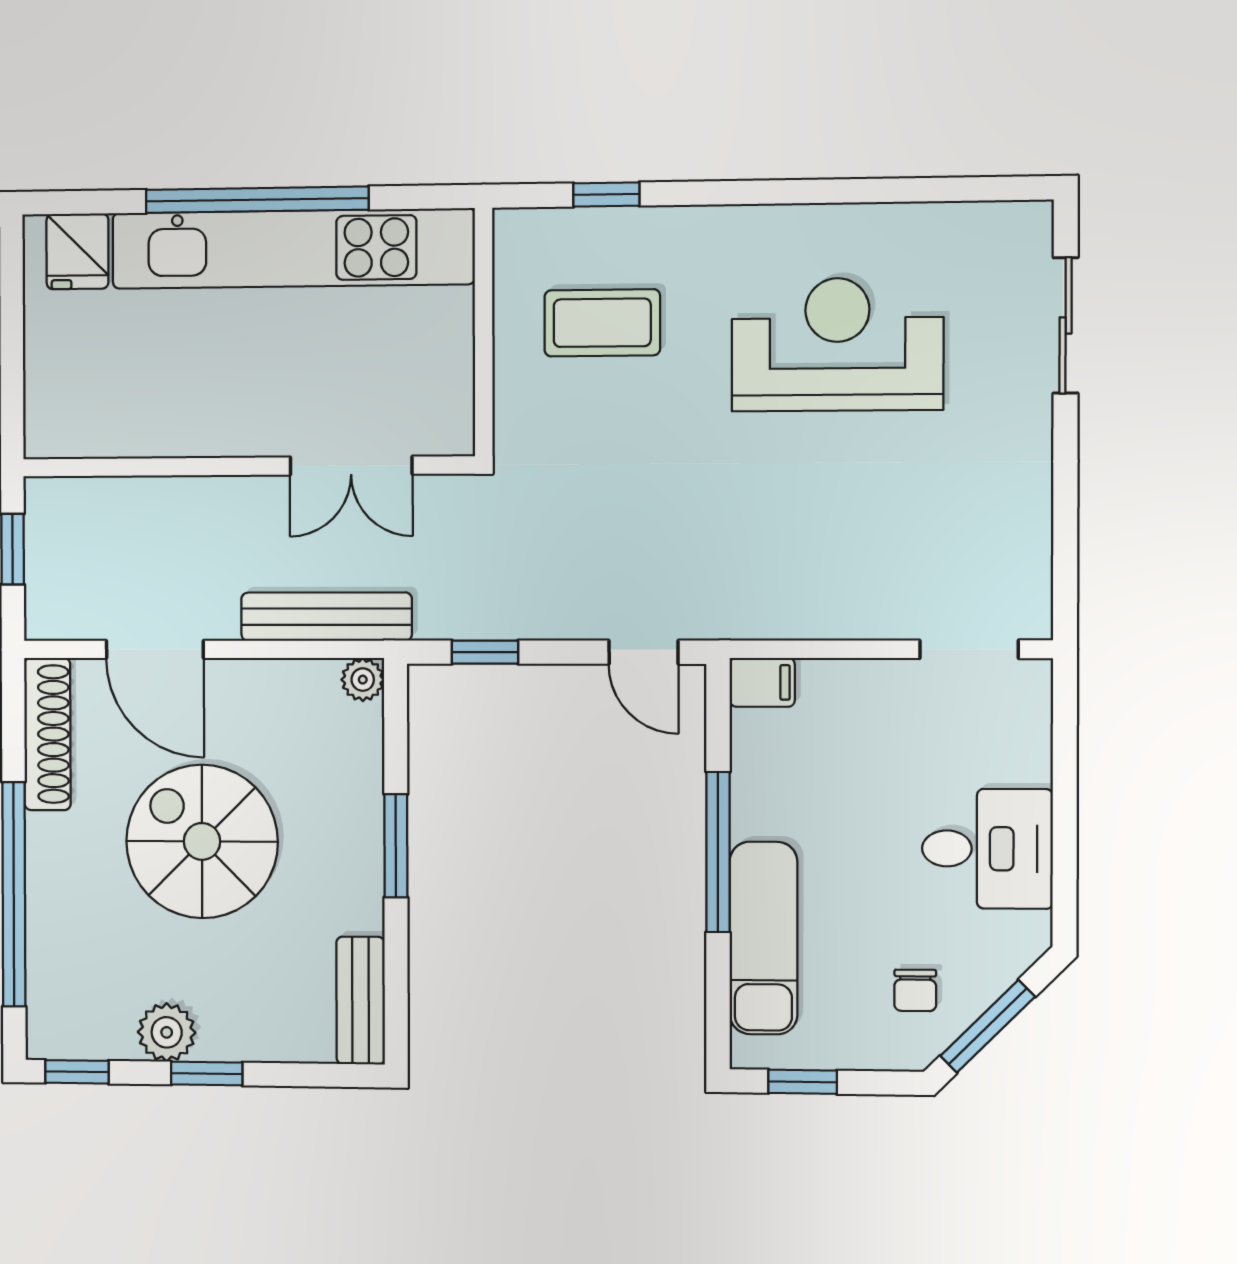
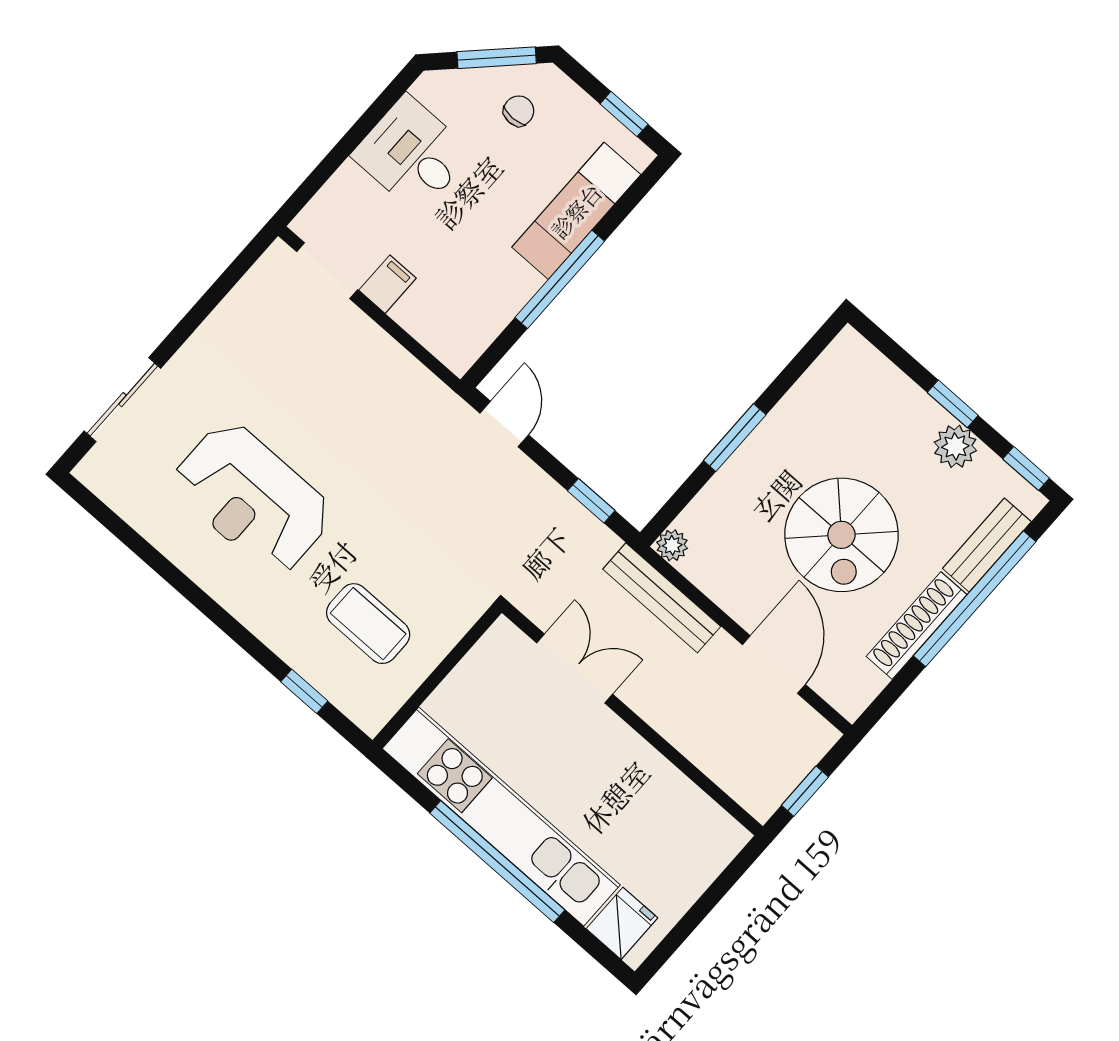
filing cabinet: (762, 682) -> (388, 284), moved, turned 90
shoe rack: (47, 734) -> (917, 625), moved
bench: (361, 1001) -> (987, 545), moved

